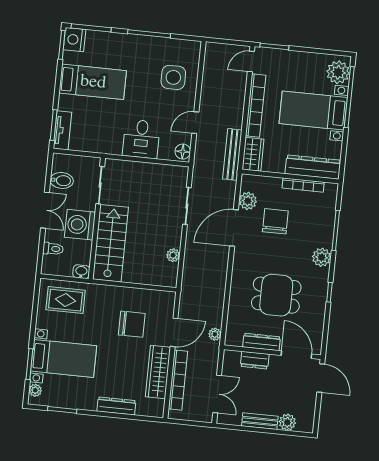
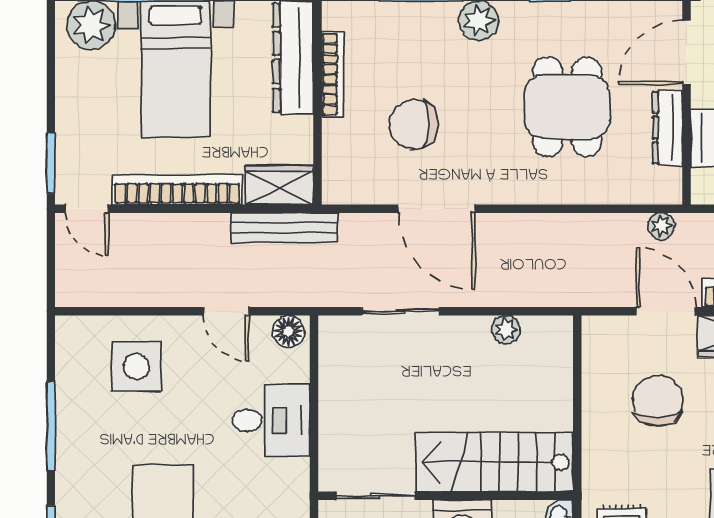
plant: (248, 201) -> (377, 186), removed

